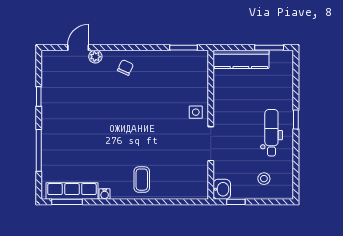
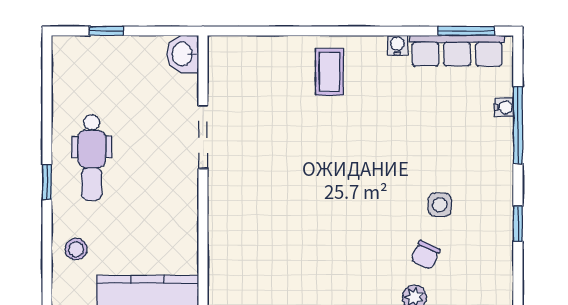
chair: (125, 67) -> (425, 255), moved
side table: (196, 112) -> (440, 205), moved
water cooler: (46, 160) -> (504, 107), added
stool: (264, 179) -> (76, 249), moved
window: (236, 202) -> (106, 31), moved

